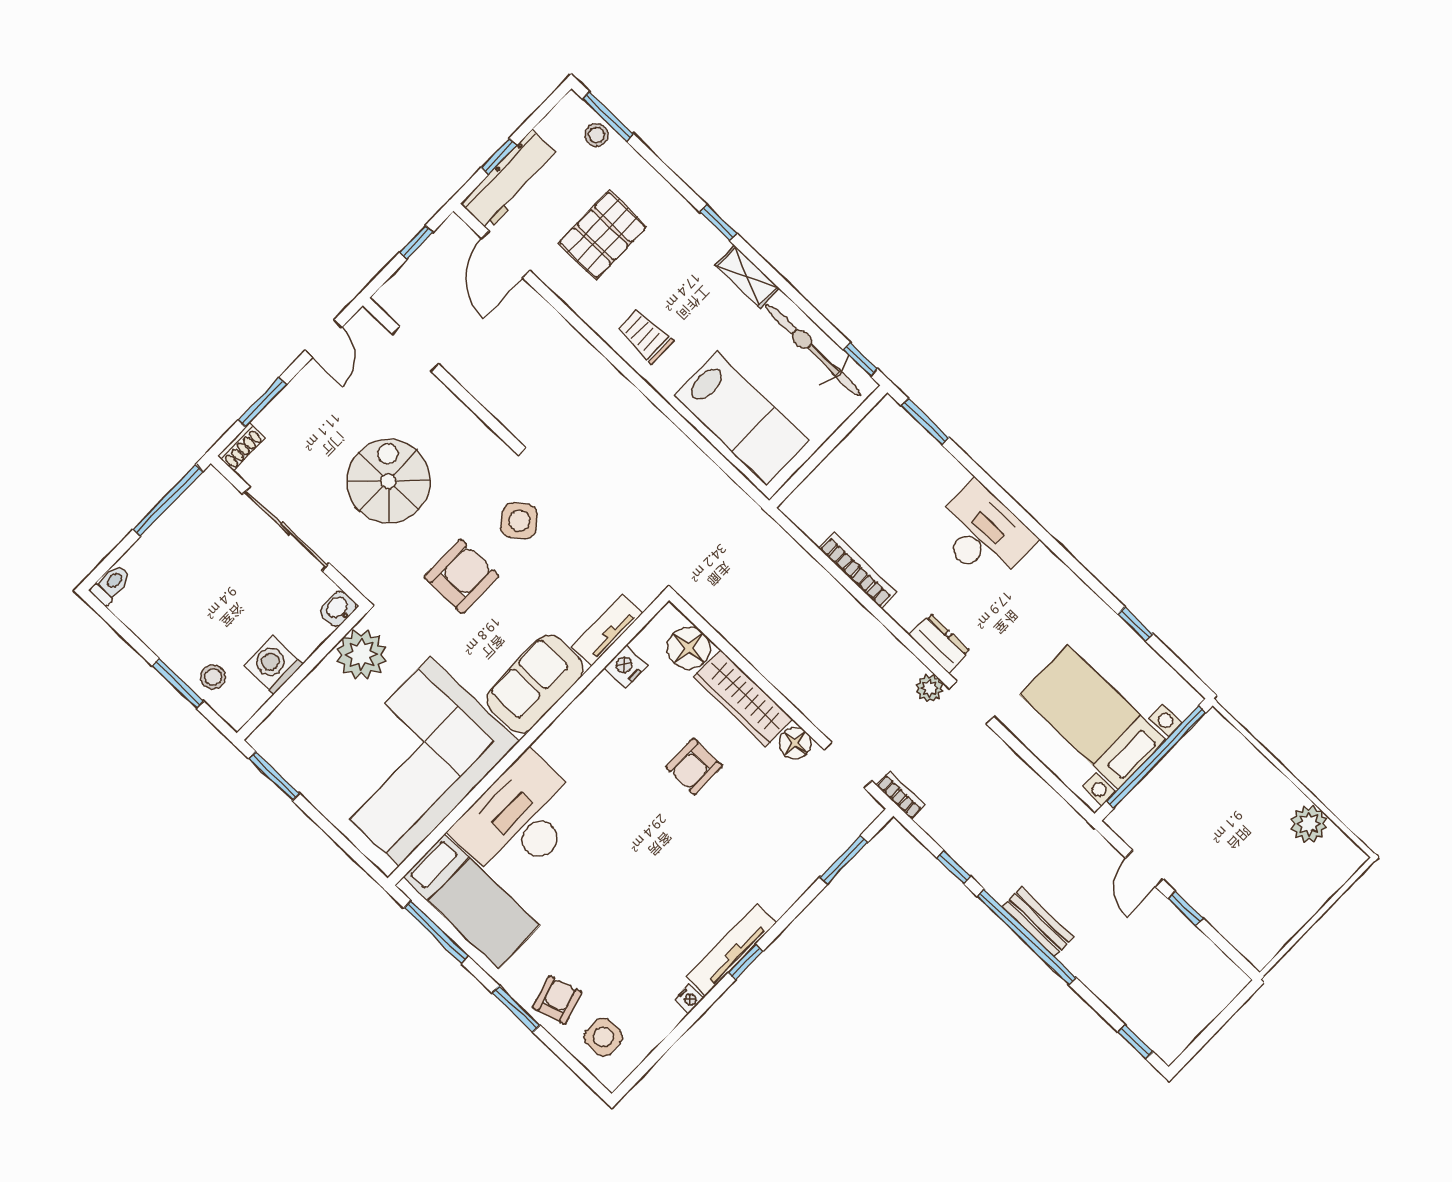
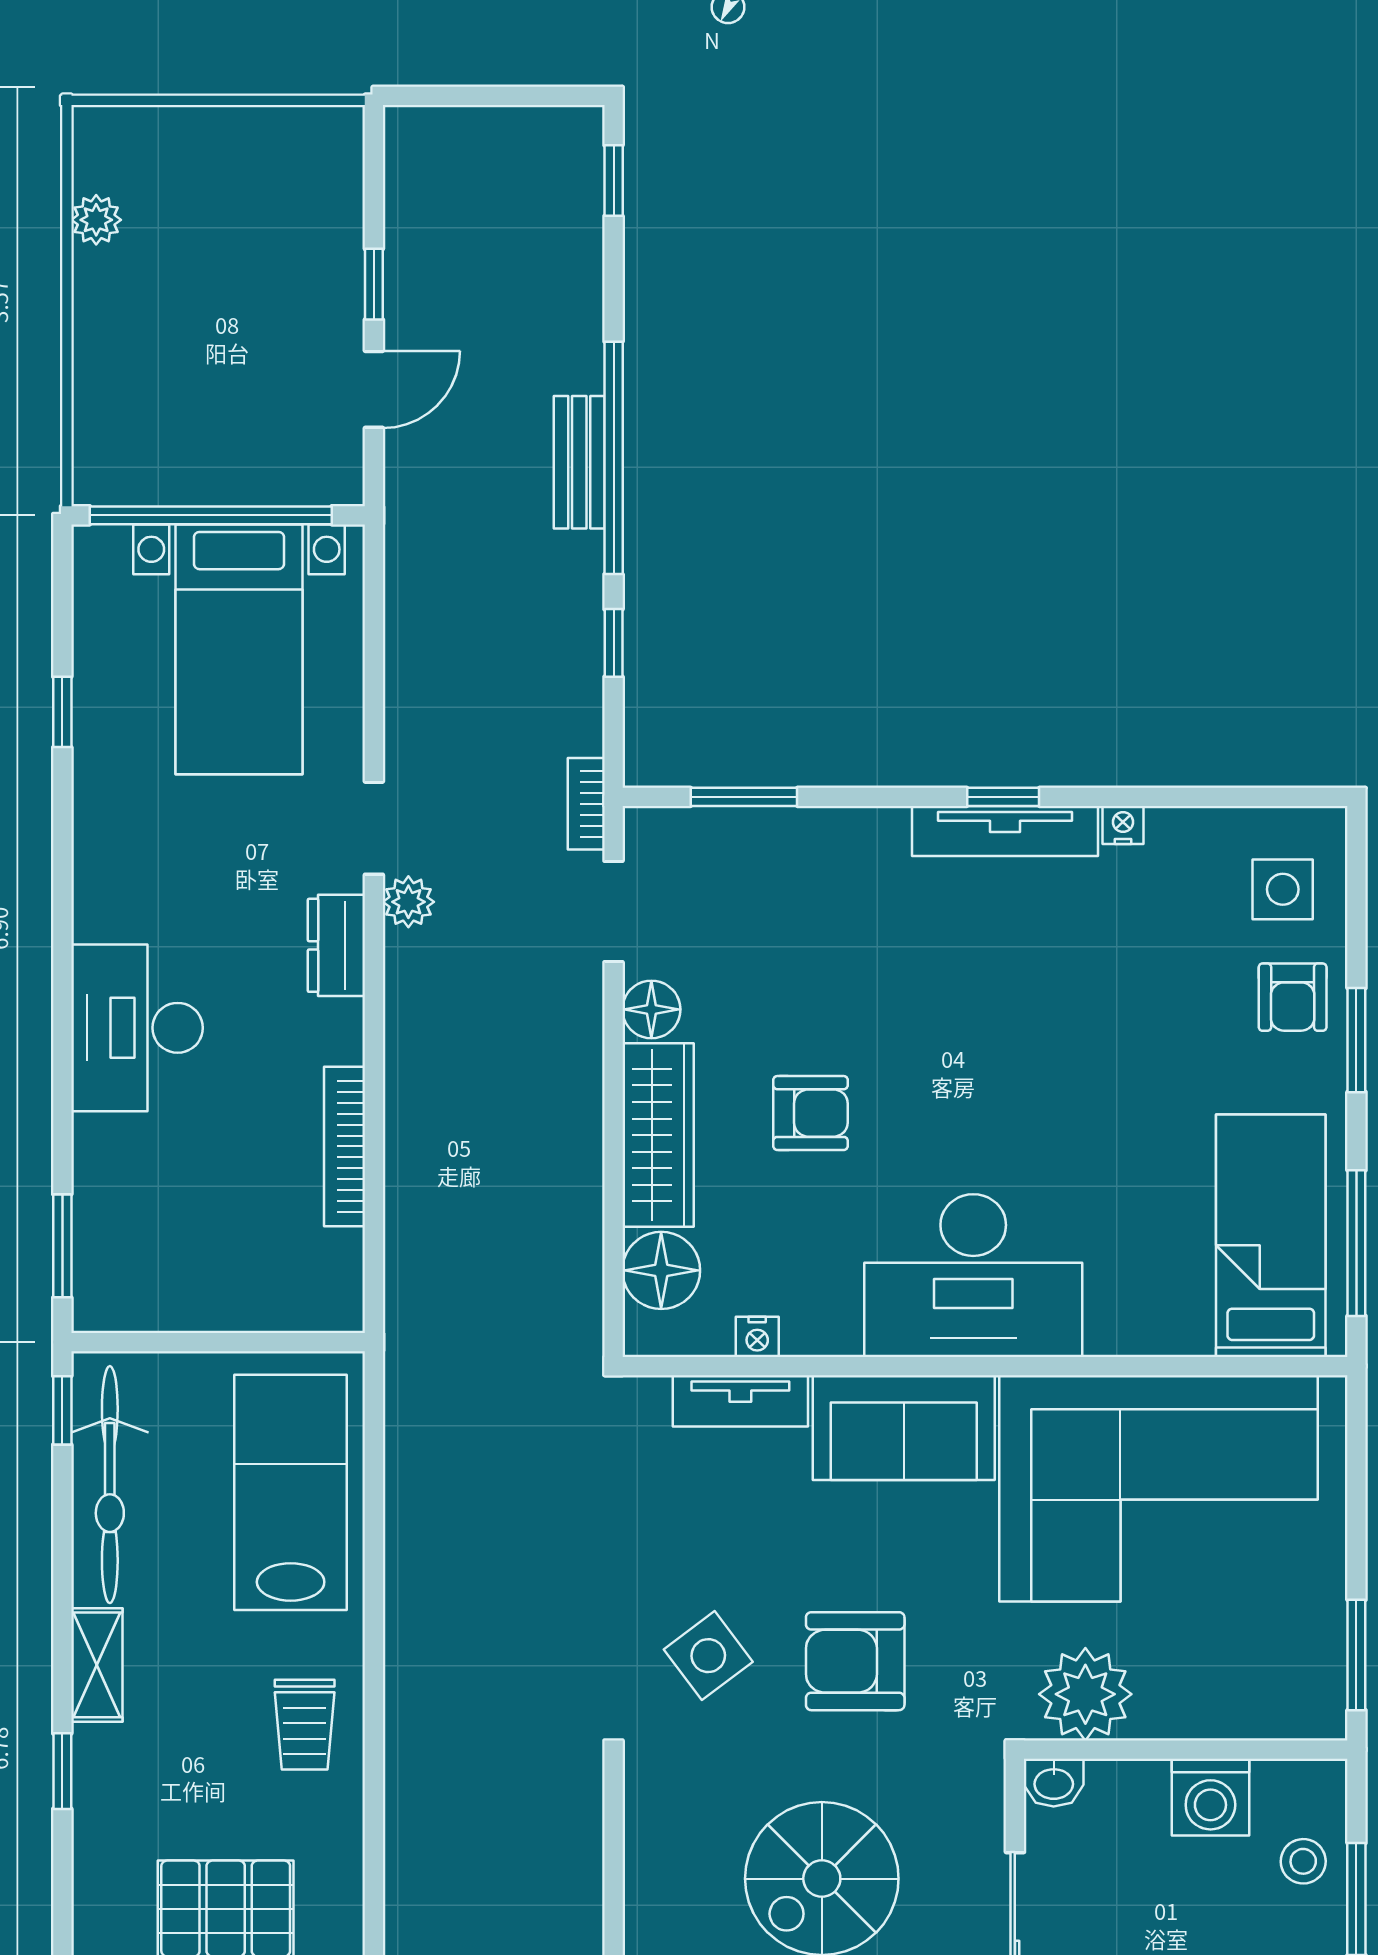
nightstand: (626, 667) -> (757, 1337), width x0.72, depth x0.74
desk: (519, 820) -> (973, 1276), moved
plant: (1309, 824) -> (96, 220), width x0.73, depth x0.73
armchair: (557, 1000) -> (1293, 997), turned -73

